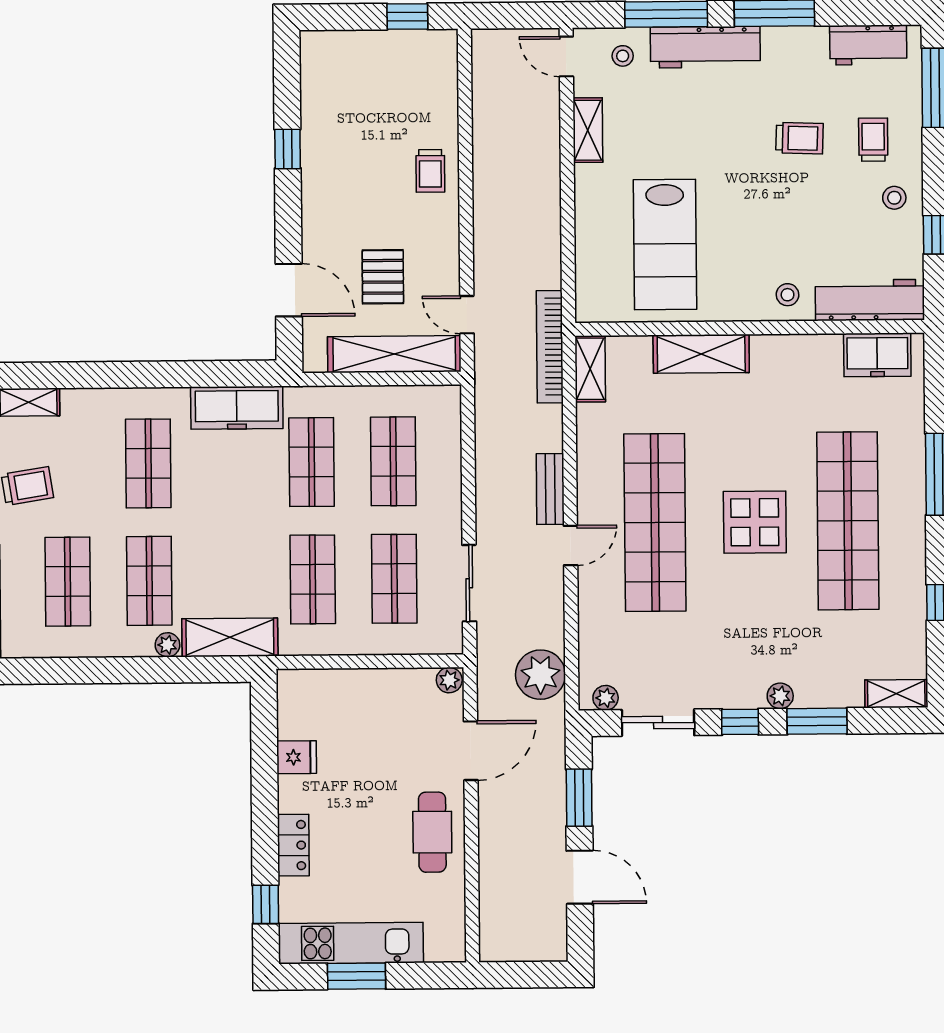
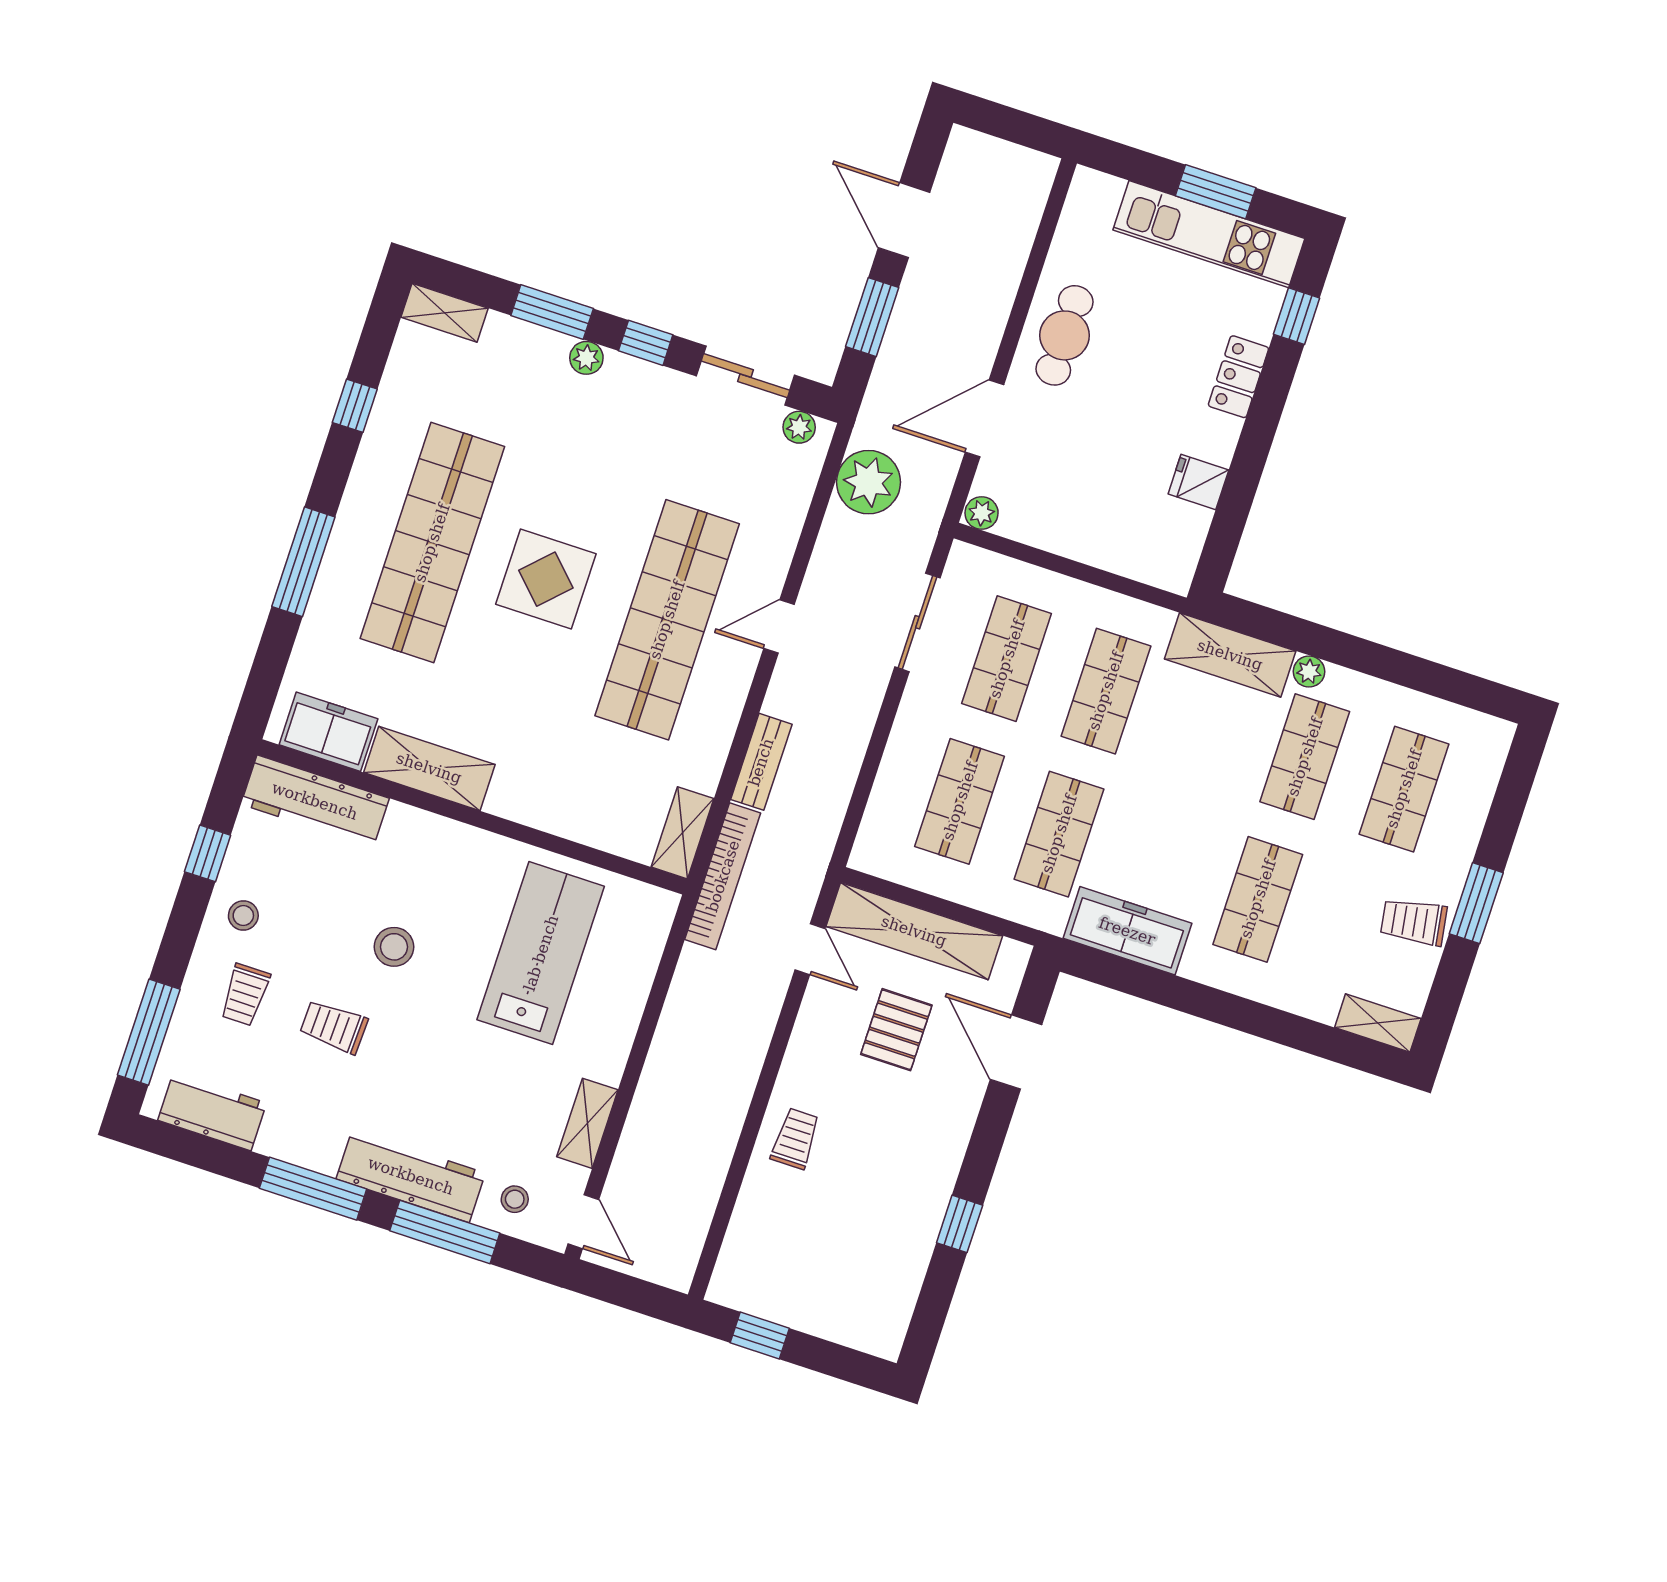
stool: (788, 295) -> (394, 947), moved, width x1.37, depth x1.37
shelving: (701, 354) -> (429, 768), moved
bench: (550, 489) -> (761, 762), moved

